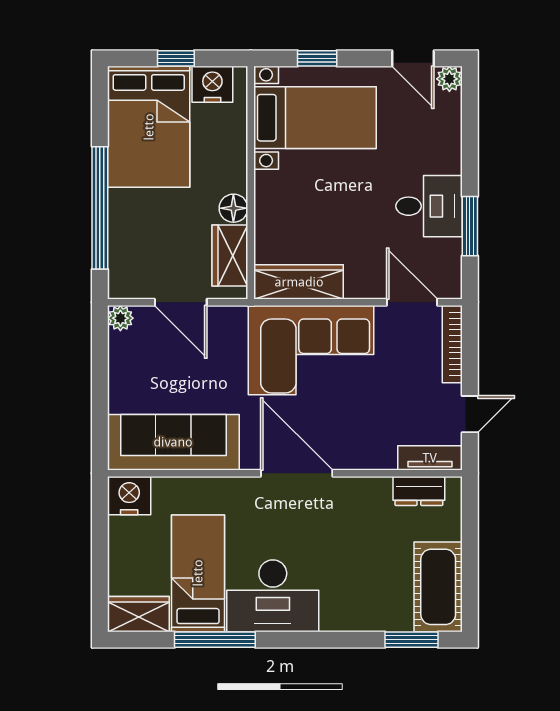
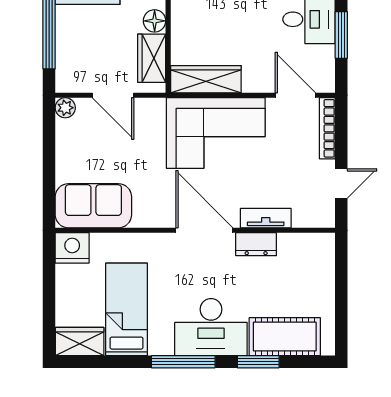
sofa: (173, 442) -> (93, 206), width x0.73
tv unit: (430, 458) -> (266, 218), moved
dresser: (419, 491) -> (256, 244), moved
cot: (438, 587) -> (285, 337), moved, turned 90
desk: (273, 596) -> (211, 327), moved
window: (215, 640) -> (183, 362), moved
window: (412, 640) -> (258, 362), moved

